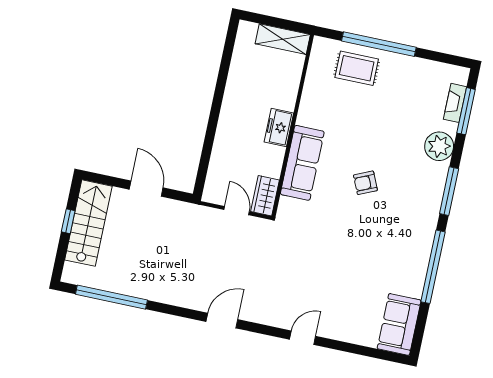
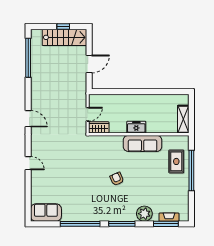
sofa: (302, 163) -> (143, 143), moved

